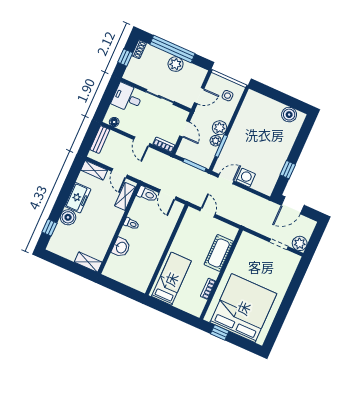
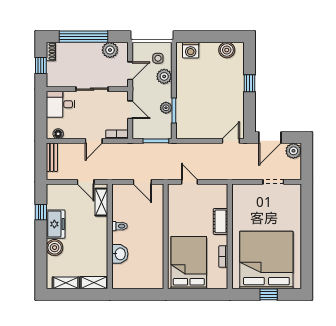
plant: (176, 64) -> (110, 50), moved
plant: (220, 128) -> (164, 76), moved
door: (142, 142) -> (94, 141), hinge flipped
shelving: (94, 170) -> (66, 283), moved
window: (288, 170) -> (250, 83), moved
washing machine: (246, 178) -> (191, 50), moved, turned 180
door: (226, 179) -> (231, 141), moved
toilet: (147, 194) -> (122, 190), removed
window: (50, 228) -> (41, 212), moved
plant: (300, 243) -> (293, 151), moved
cot: (219, 253) -> (221, 221), width x0.73, depth x0.75
bed: (171, 279) -> (189, 263), width x1.50
window: (220, 332) -> (269, 294), moved

